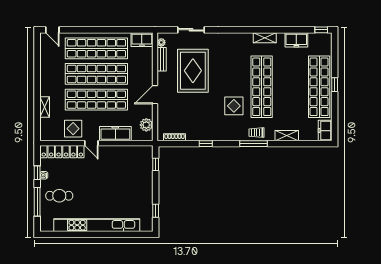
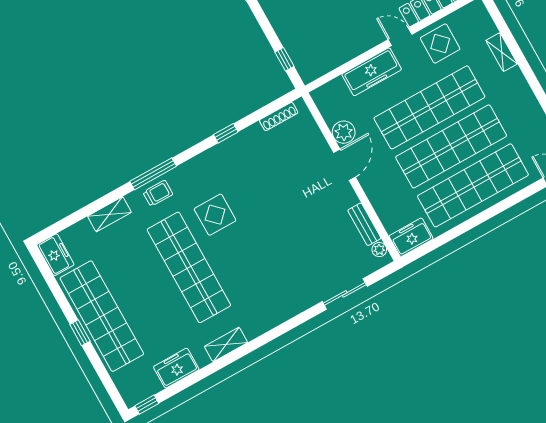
rug: (193, 71) -> (307, 233), removed
plant: (146, 125) -> (344, 132), moved

